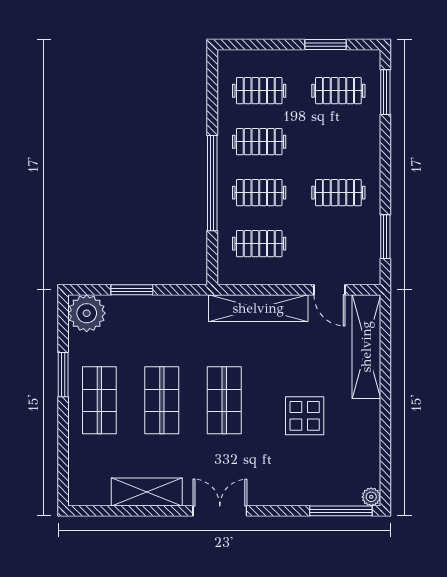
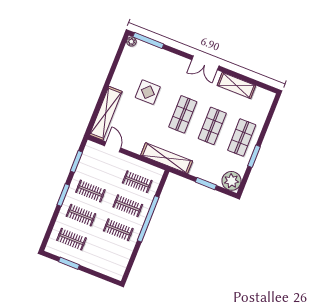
clothes rail: (259, 91) -> (81, 215), moved
window: (385, 92) -> (63, 195), moved
shelving: (258, 308) -> (167, 158), moved

